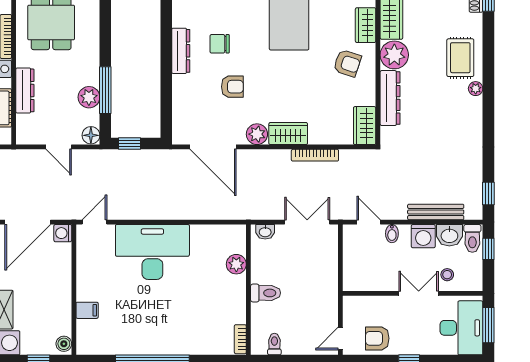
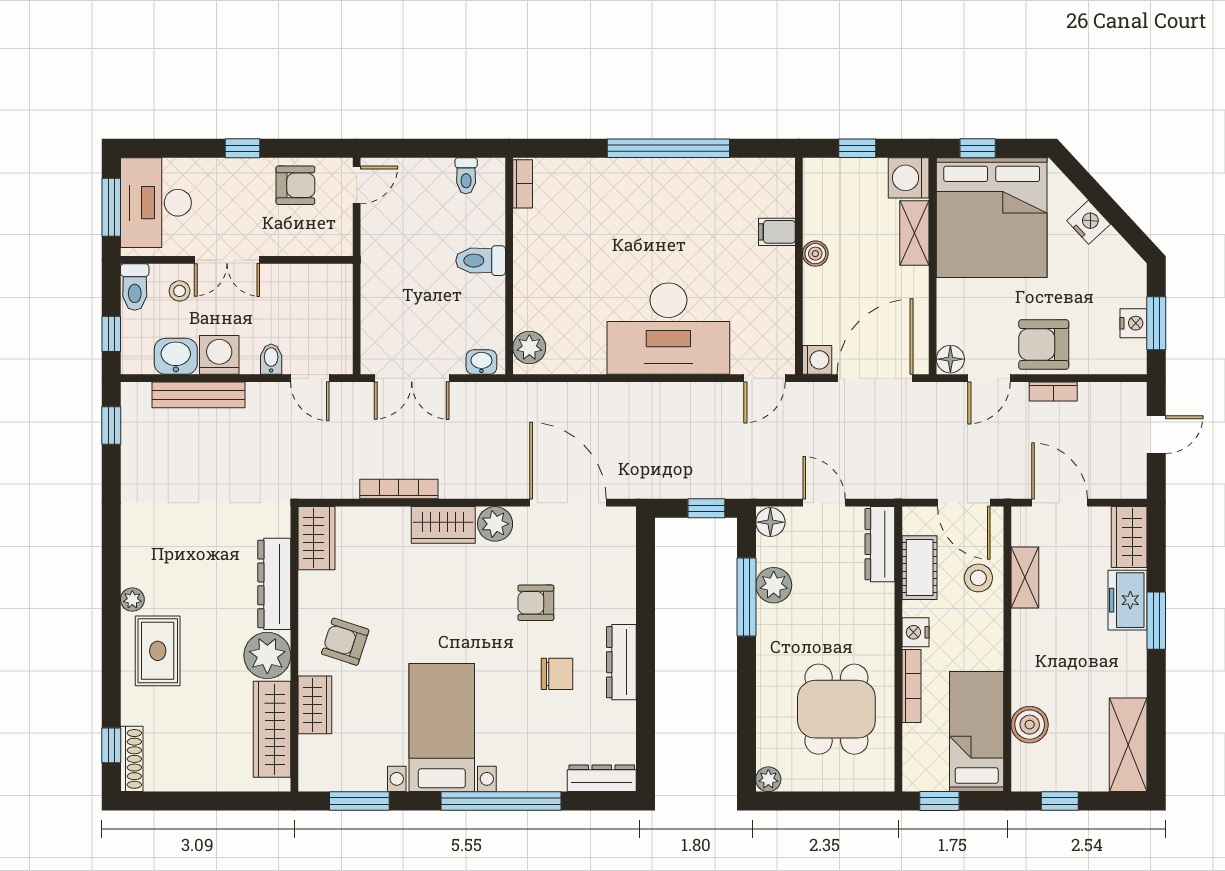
dresser: (25, 90) -> (880, 544), moved
toilet: (472, 238) -> (135, 287), moved, turned 180
plant: (236, 264) -> (529, 347), moved
boiler: (64, 344) -> (815, 254), moved

